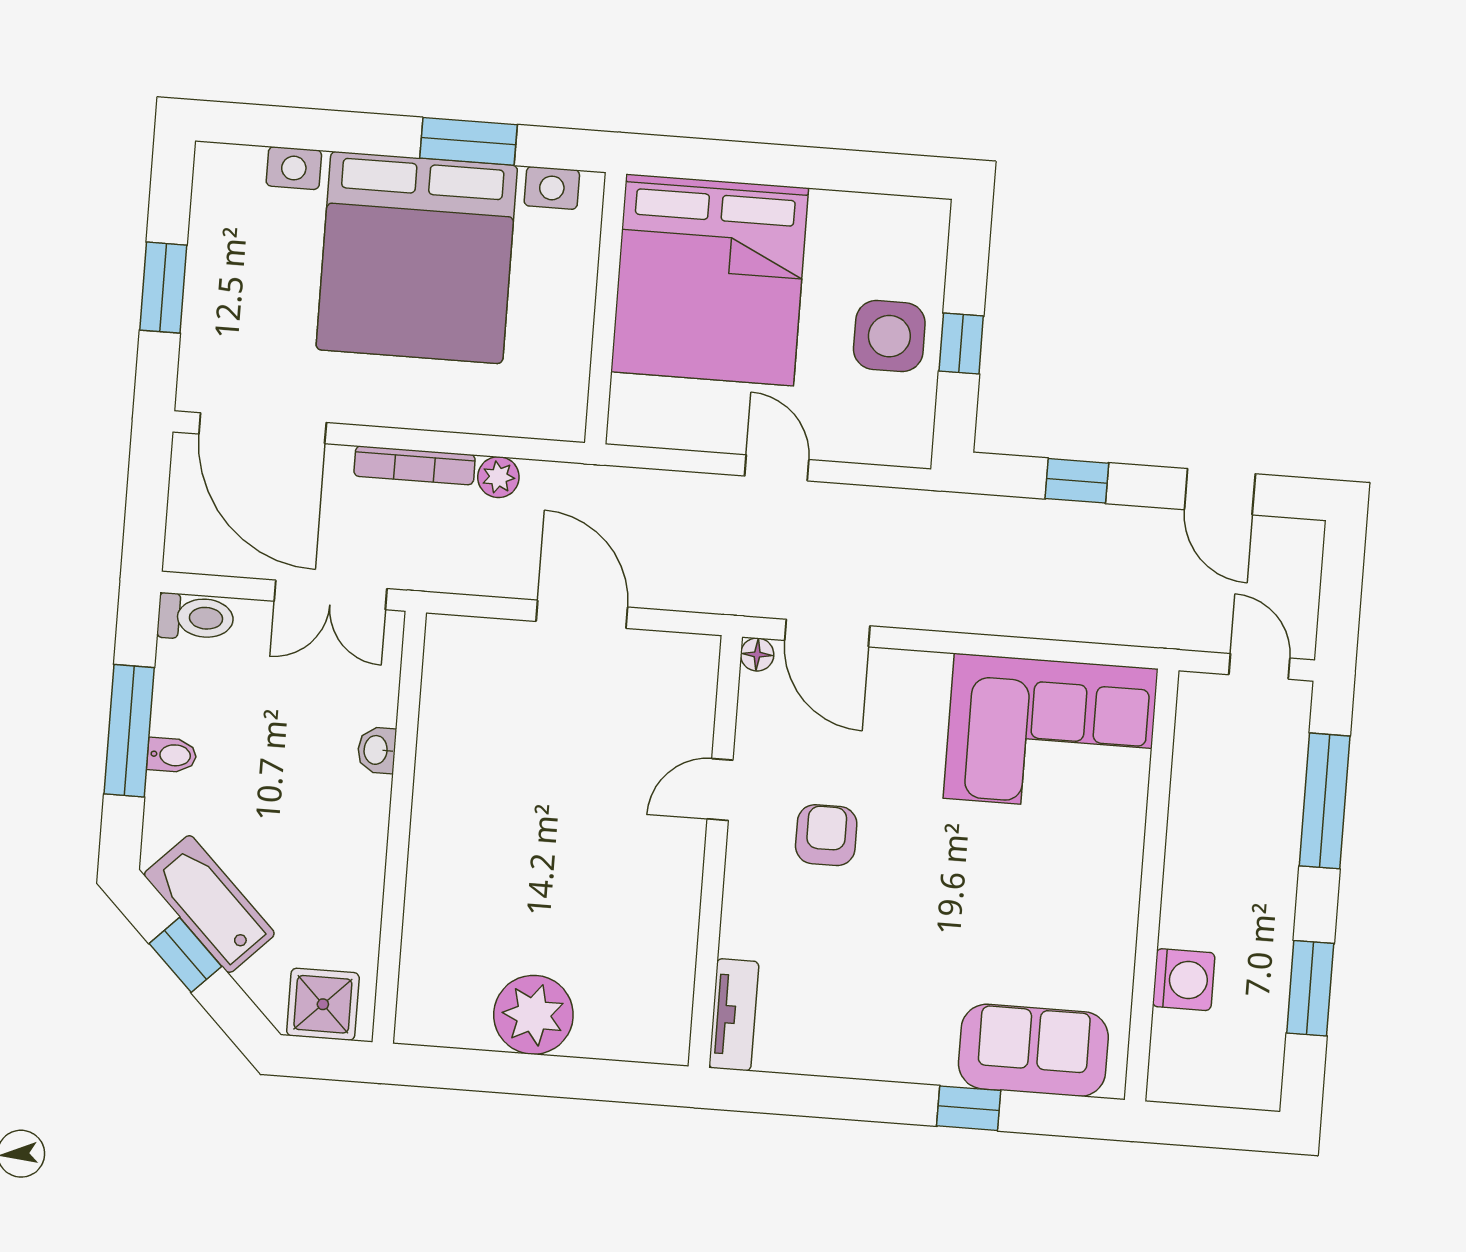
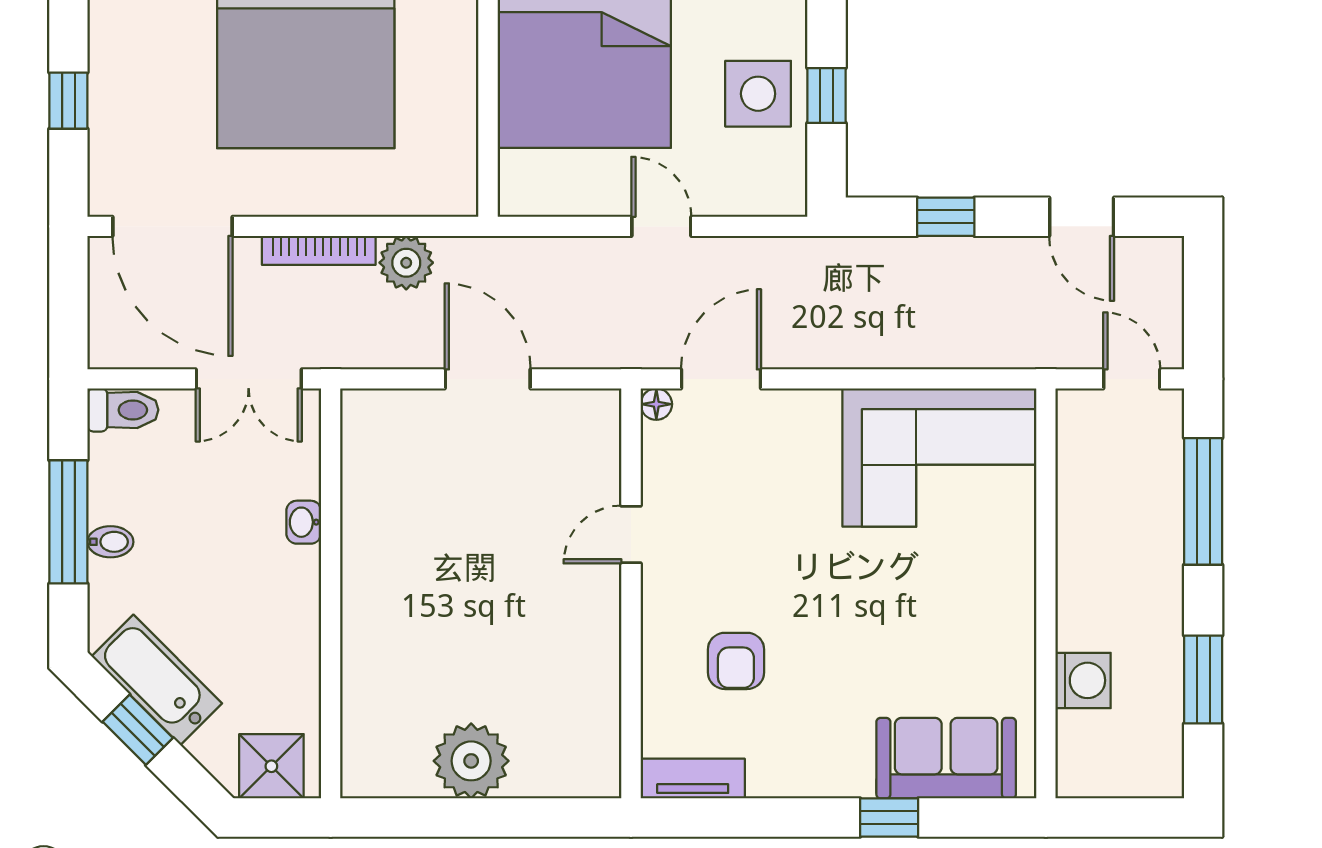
window: (163, 288) -> (68, 101), width x0.67
plant: (498, 477) -> (406, 263), width x1.38, depth x1.38
door: (827, 633) -> (721, 379), swing flipped
armchair: (826, 835) -> (736, 661), moved, turned 180
tv unit: (734, 1015) -> (693, 779), moved, turned -90

